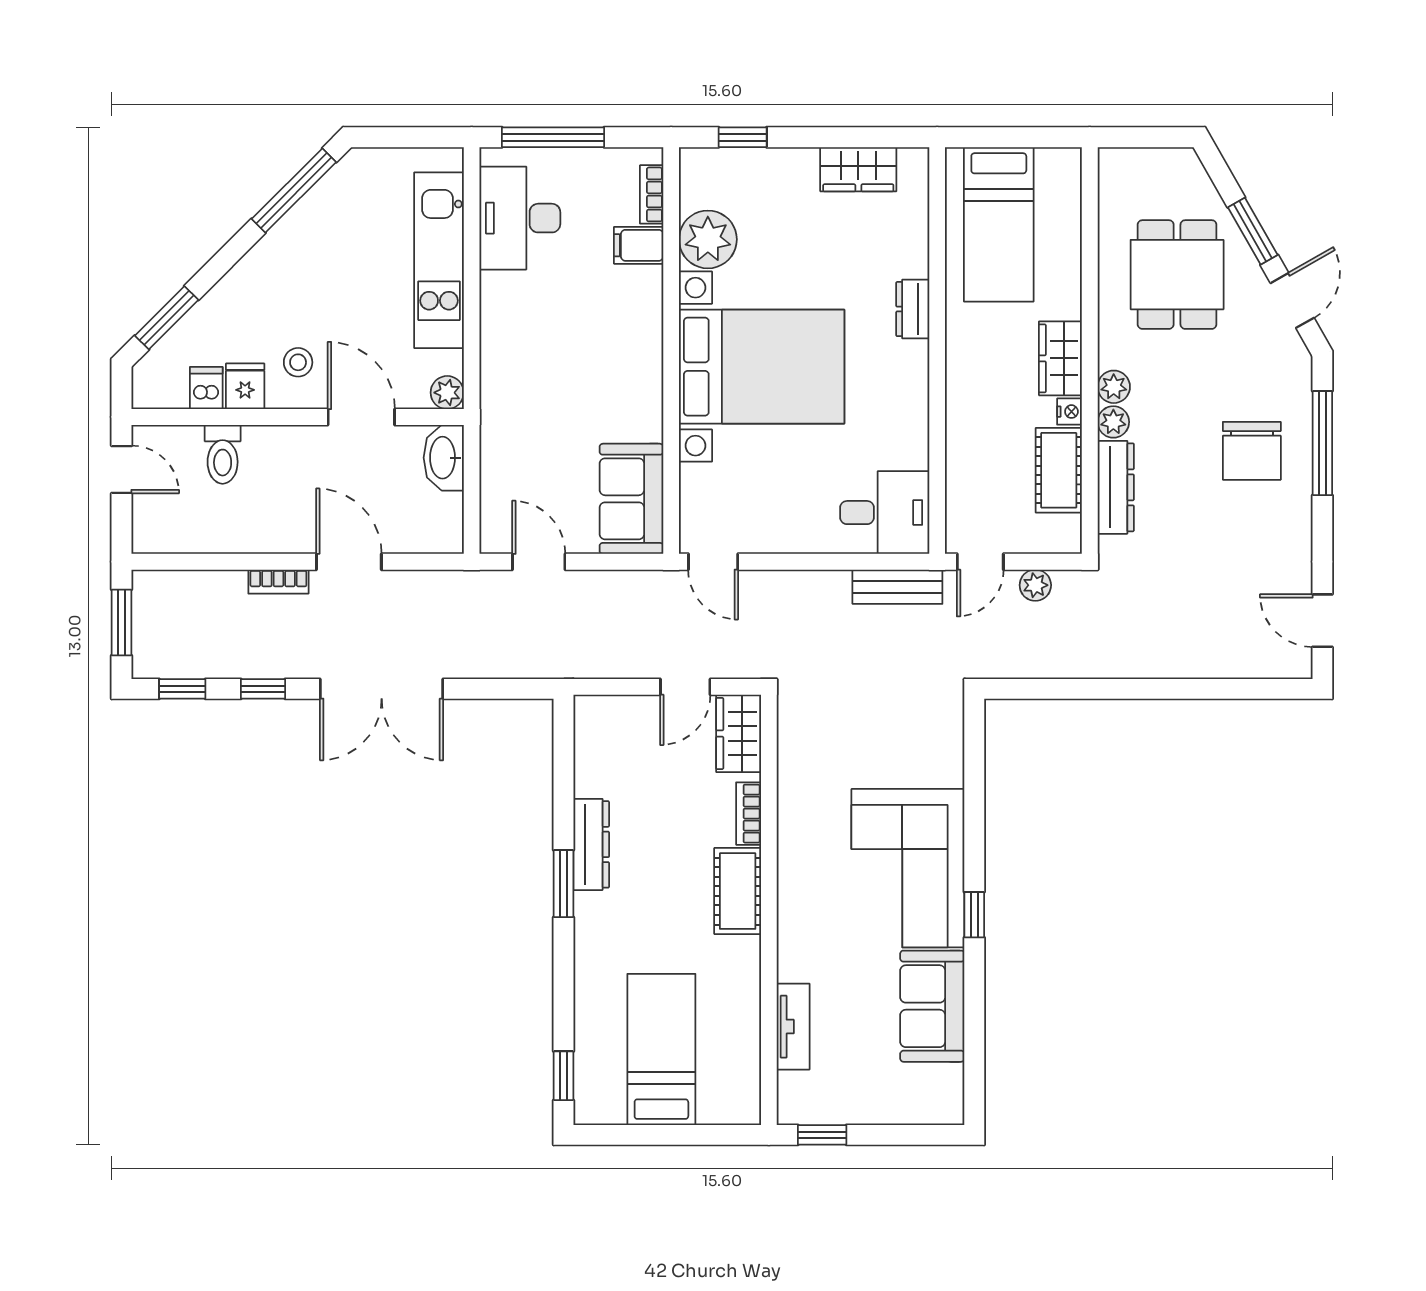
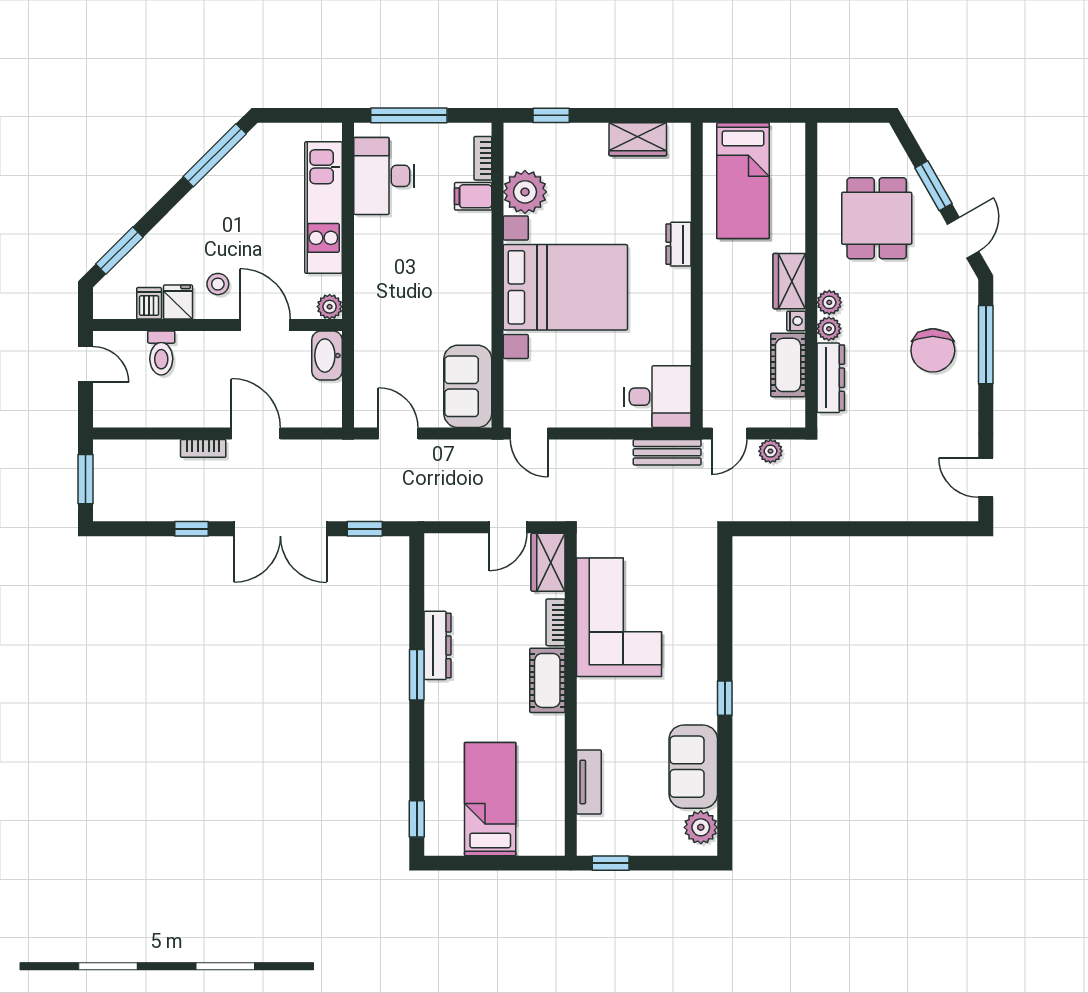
window: (182, 689) -> (365, 529), moved
corner sofa: (908, 868) -> (619, 617), moved, turned 180
plant: (942, 1087) -> (701, 827), added

